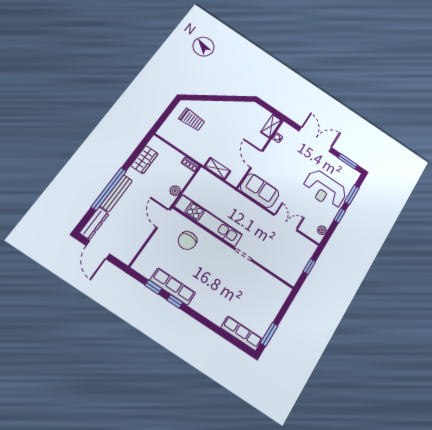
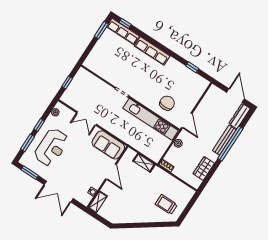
reception desk: (325, 189) -> (52, 147), turned 90
row of seats: (173, 287) -> (152, 51), moved
window: (175, 301) -> (125, 23), moved

